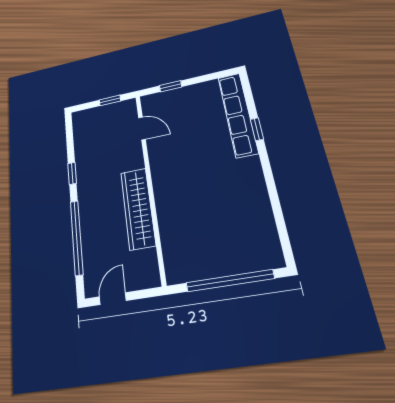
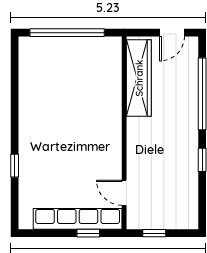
row of seats: (238, 114) -> (78, 219), moved, turned -90
wardrobe: (138, 208) -> (139, 78), moved

